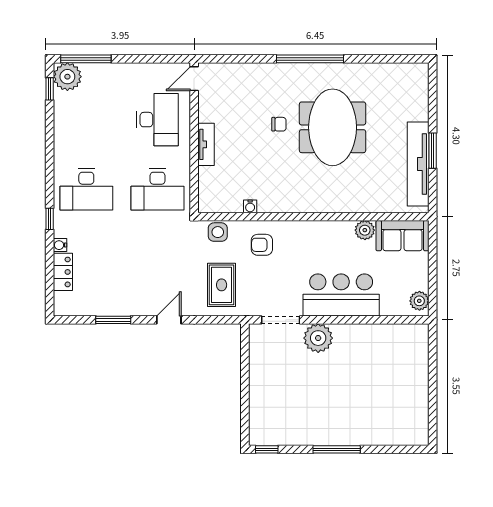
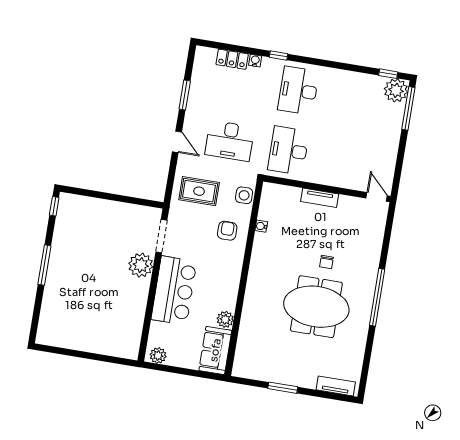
desk: (158, 120) -> (230, 141), moved
tv unit: (418, 164) -> (336, 386), moved, width x0.52, depth x0.78

